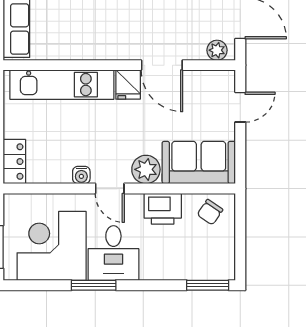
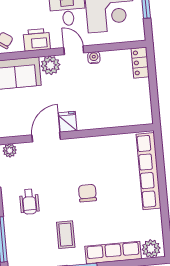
door: (162, 65) -> (46, 137), hinge flipped
kitchen unit: (62, 85) -> (113, 118), removed

